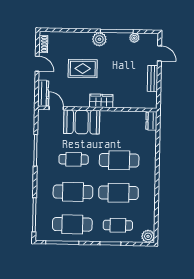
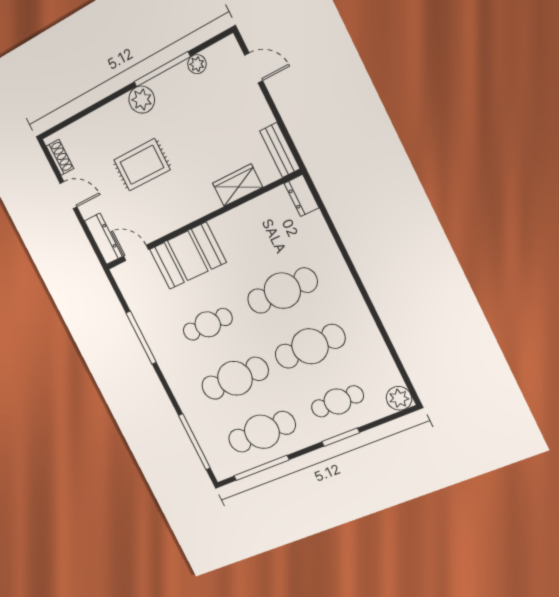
bench: (153, 78) -> (280, 150), moved
wardrobe: (101, 101) -> (238, 185), moved

